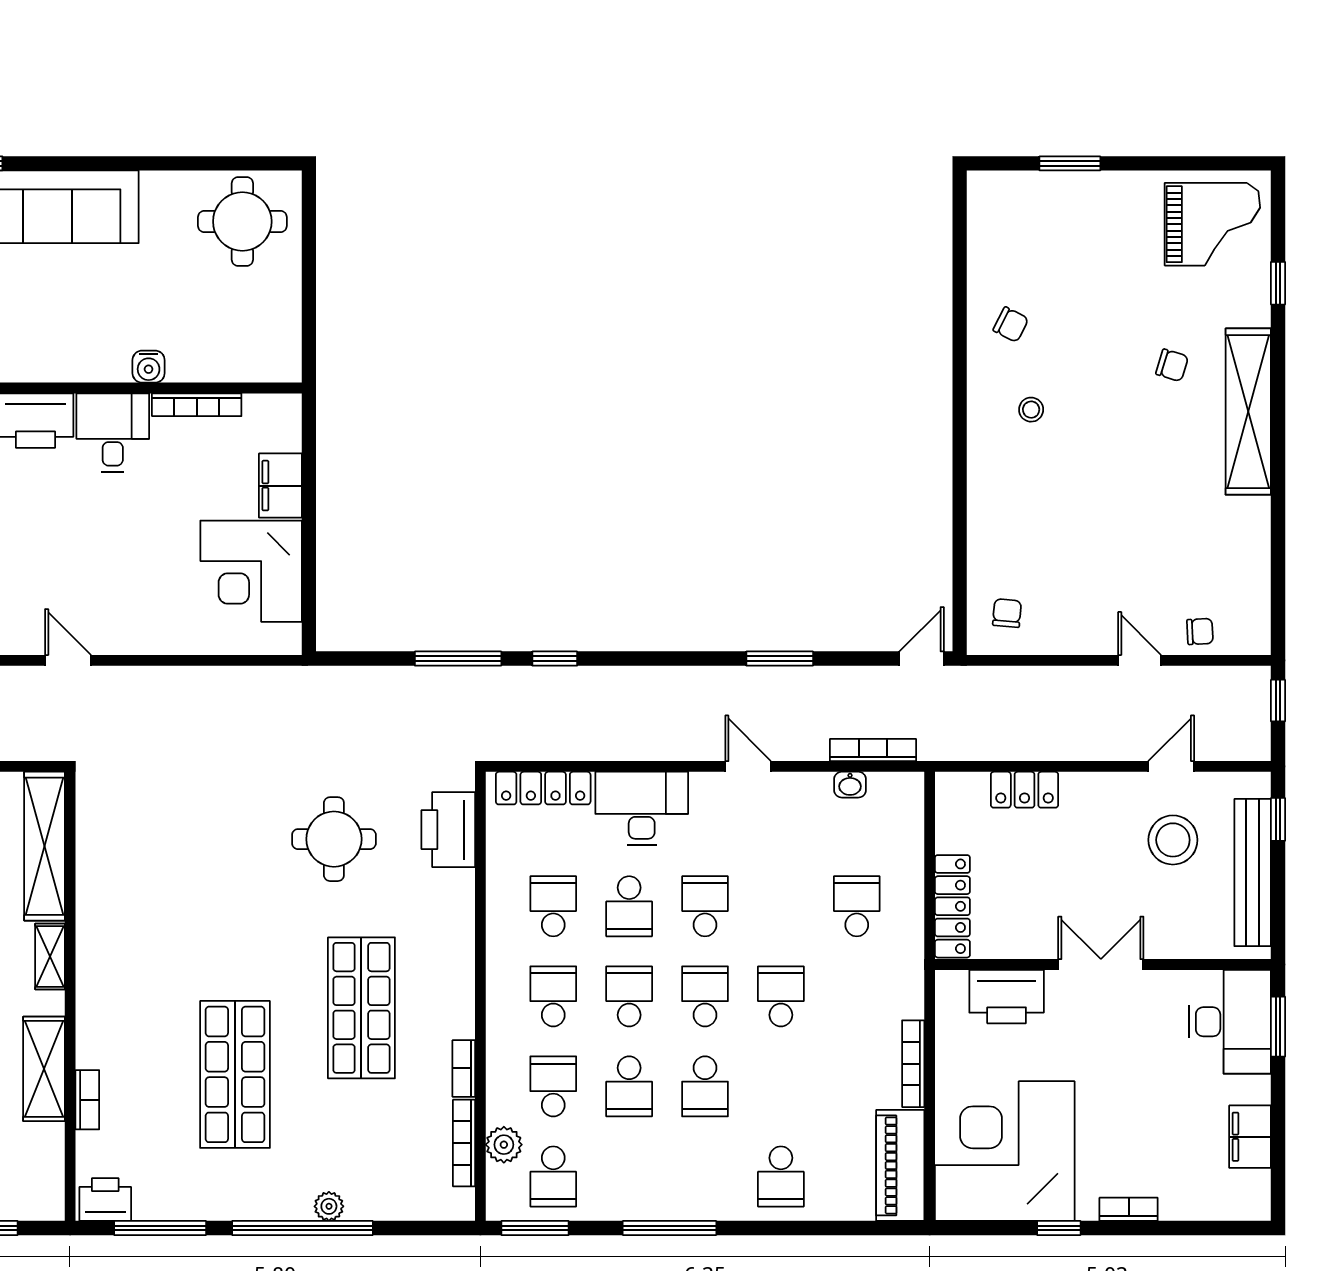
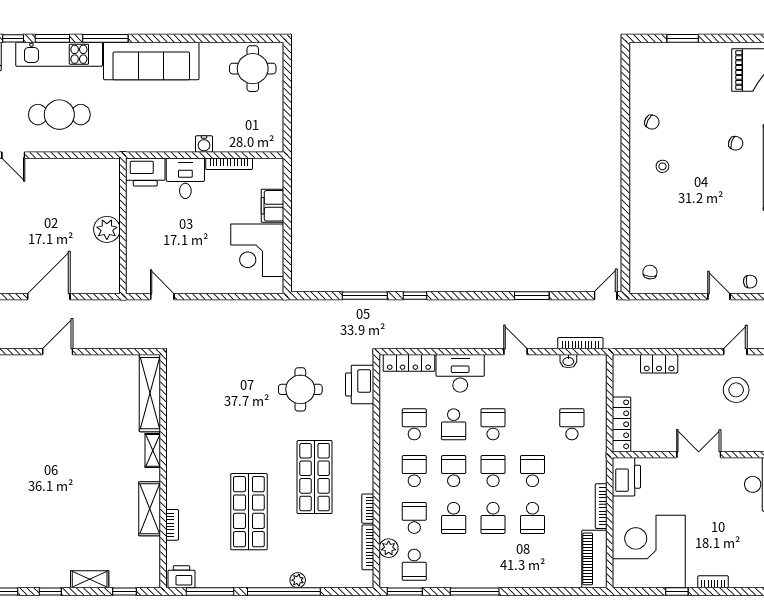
printer: (1007, 997) -> (626, 477), moved, turned -90
school desk: (781, 1177) -> (532, 518), moved

